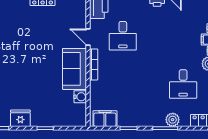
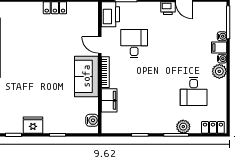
desk: (123, 36) -> (134, 44), turned 180
water cooler: (80, 97) -> (92, 120), moved
filing cabinet: (105, 119) -> (109, 100), moved, turned 90

